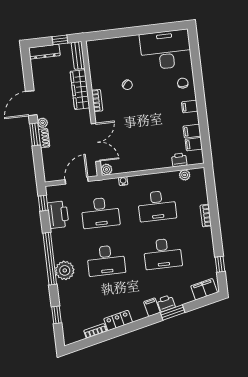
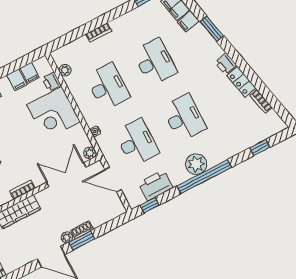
corner desk: (152, 151) -> (53, 113), added
plant: (65, 270) -> (196, 164), moved
printer: (166, 303) -> (226, 64), moved
filing cabinet: (152, 307) -> (188, 21), moved

